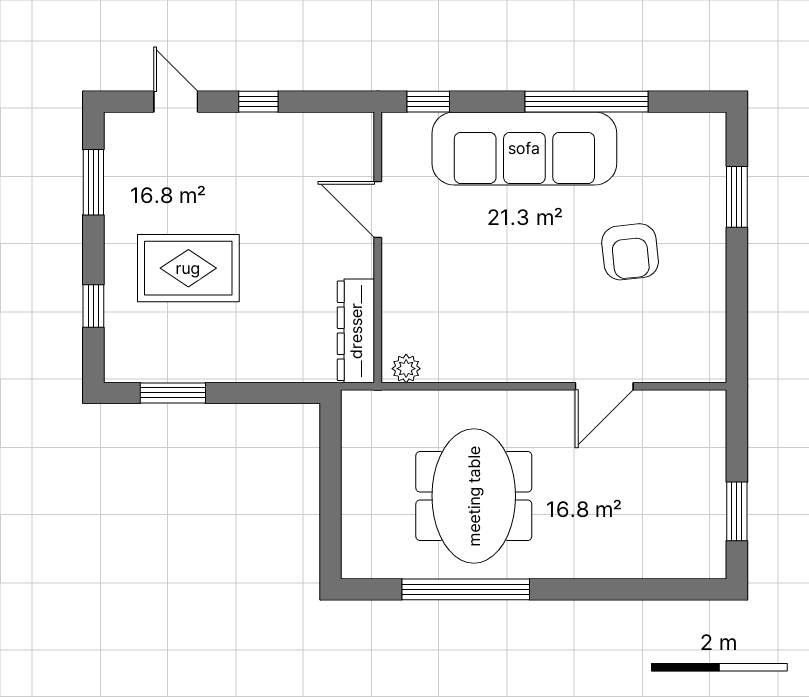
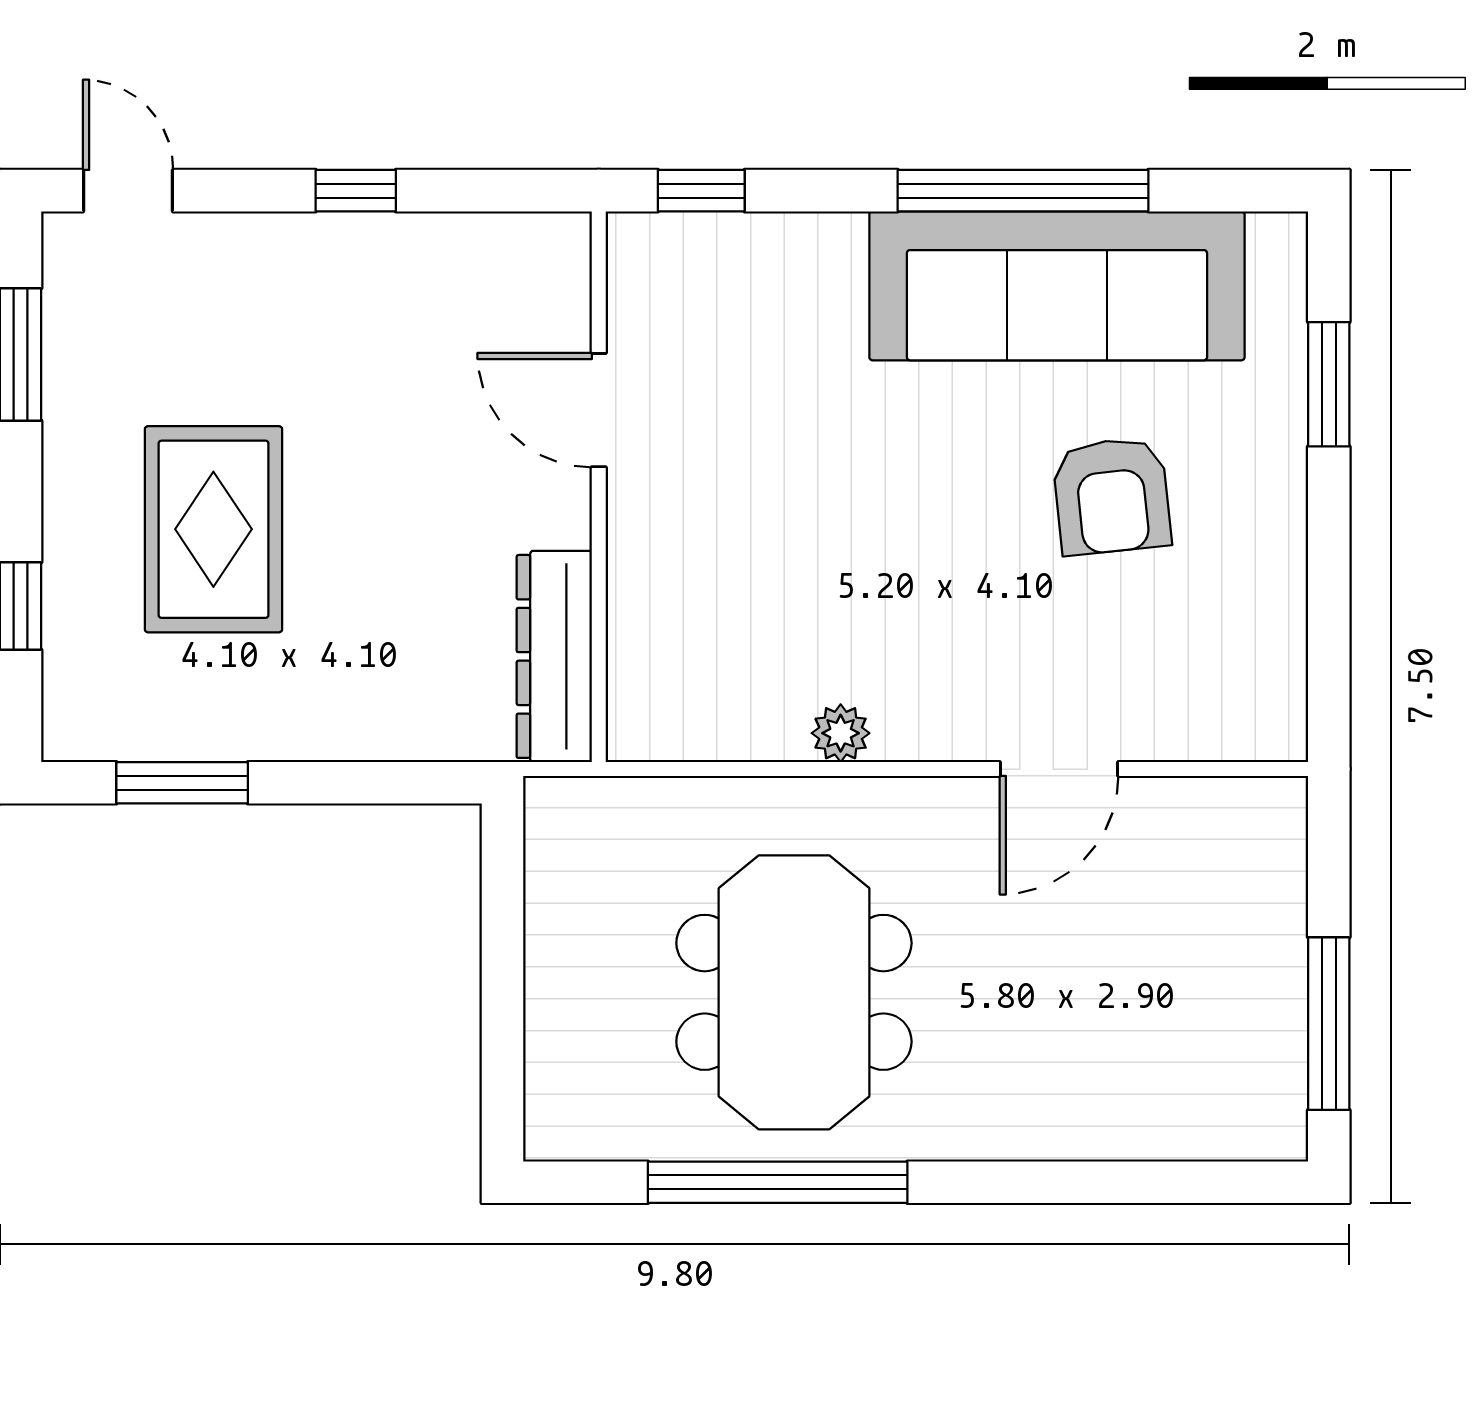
door: (176, 102) -> (128, 191), moved
sofa: (524, 148) -> (1057, 286), moved
rug: (188, 268) -> (213, 529), turned 90
plant: (406, 369) -> (841, 733), moved
window: (737, 511) -> (1329, 1024), width x1.44

